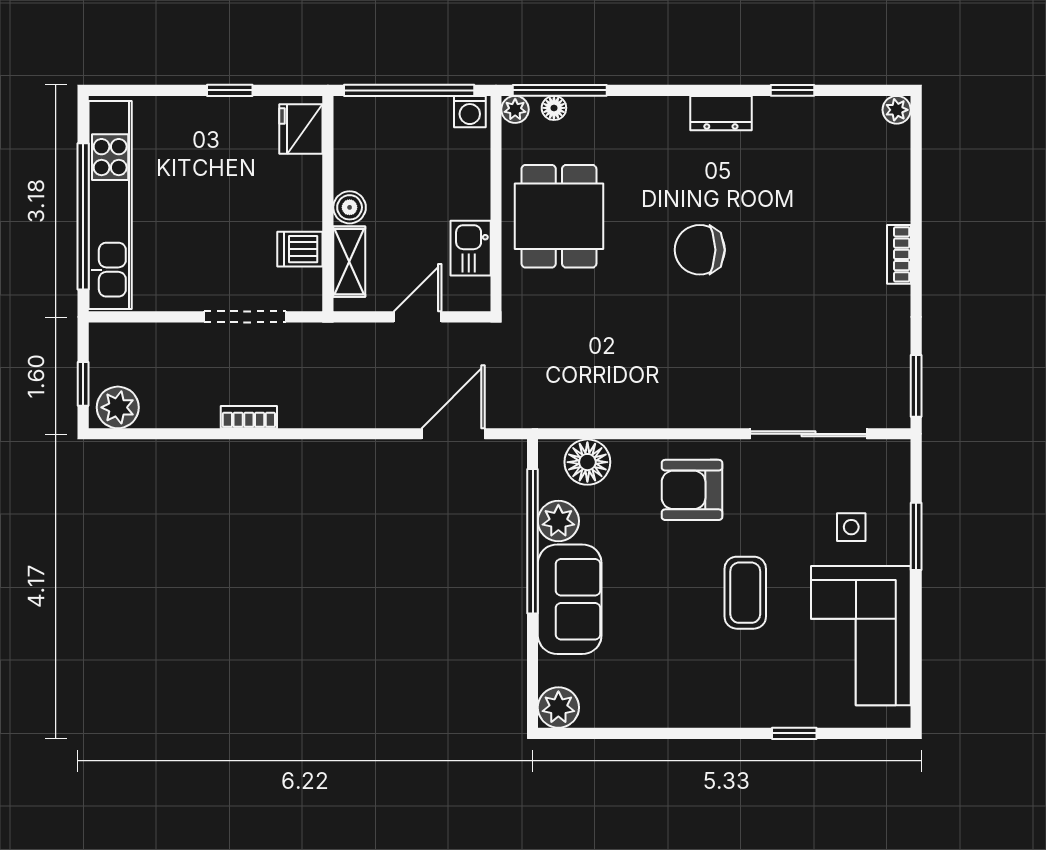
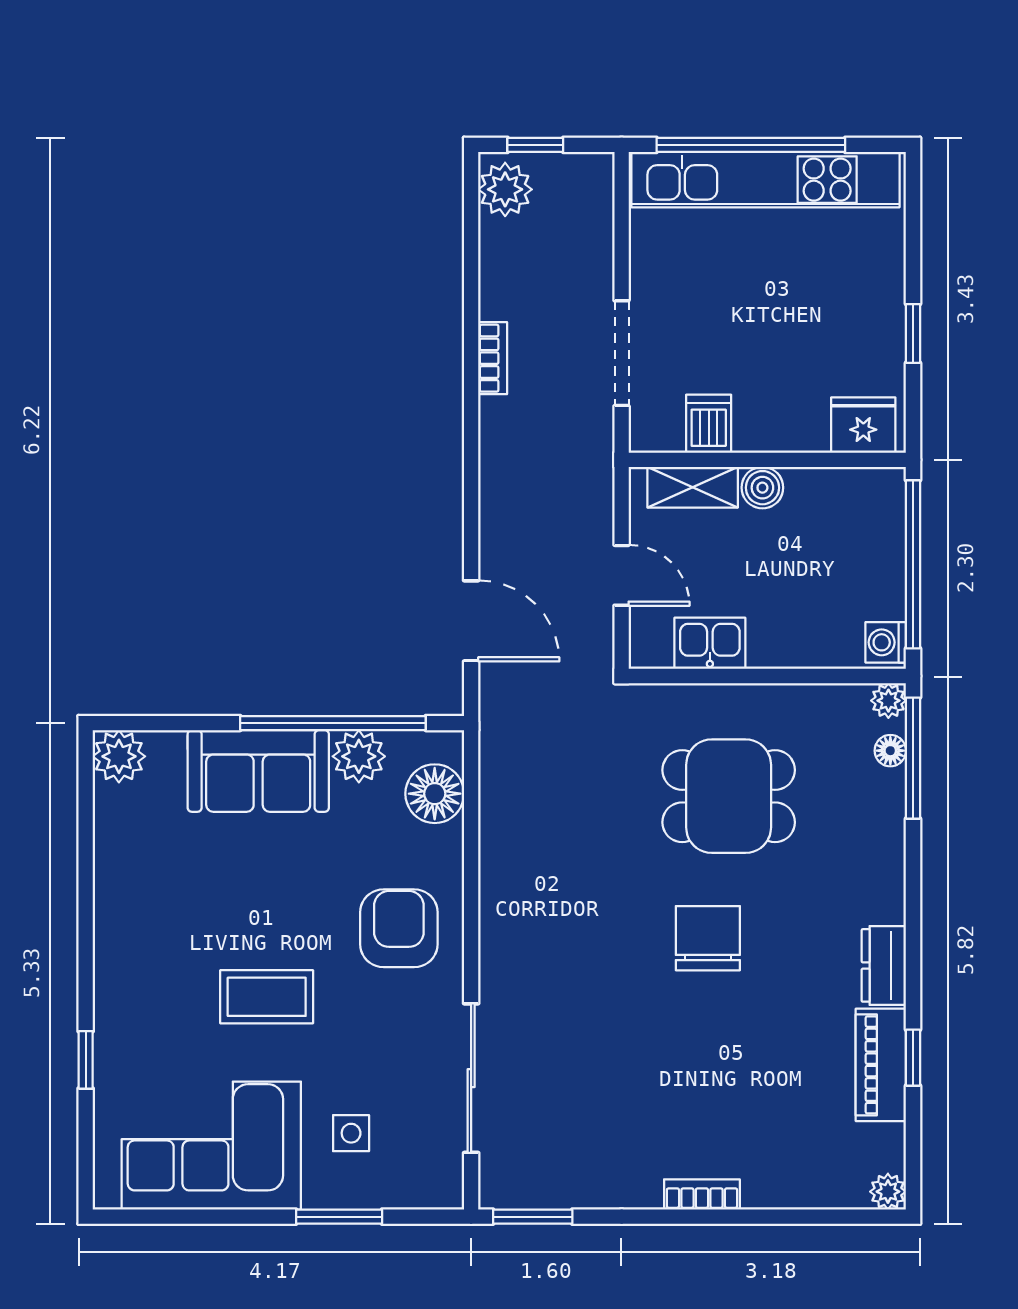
piano: (798, 115) -> (881, 1065), added
dining table: (559, 216) -> (729, 796), moved

